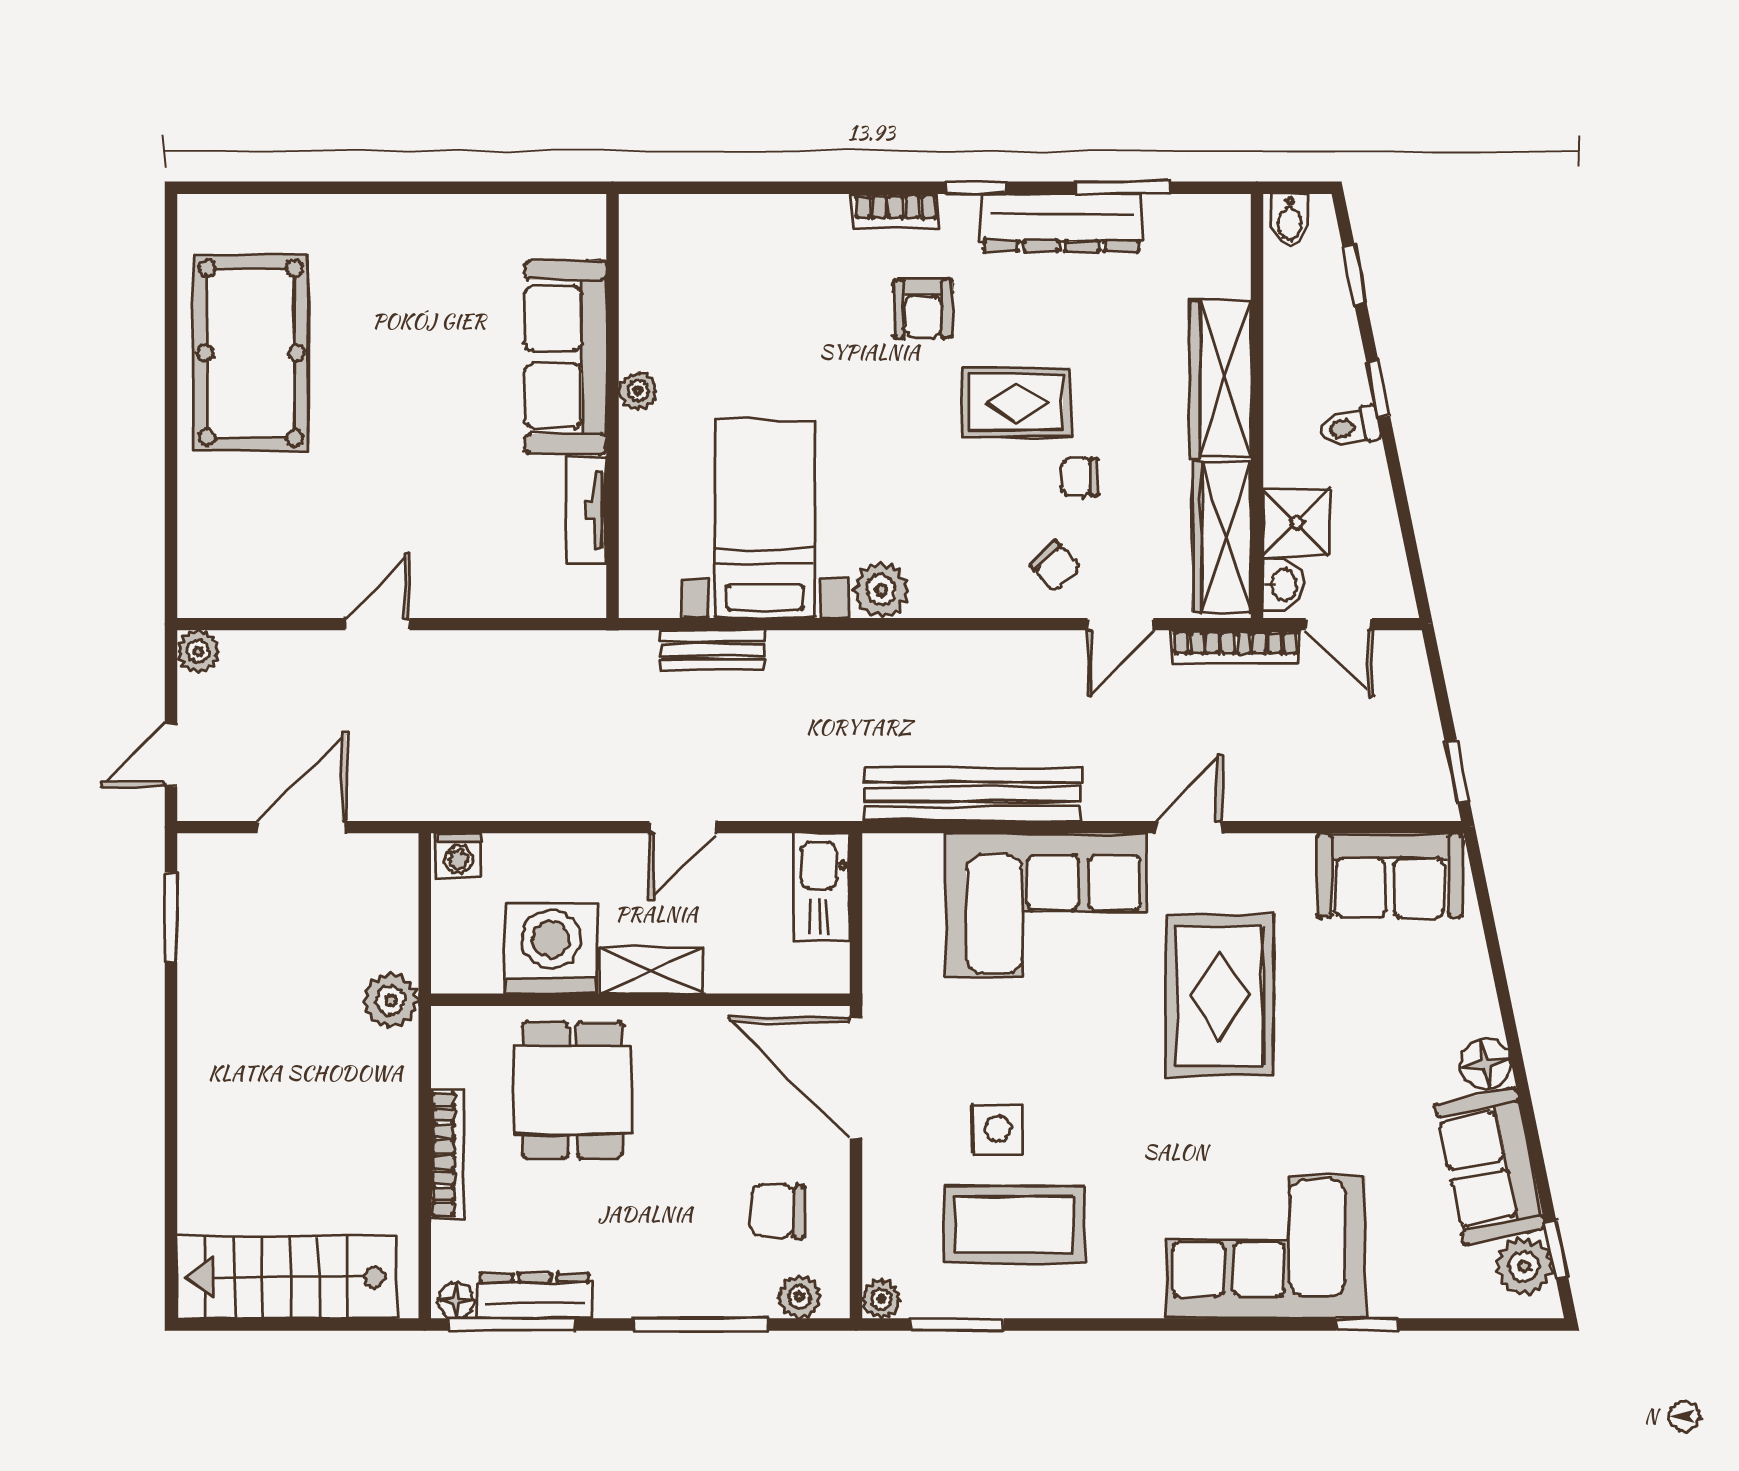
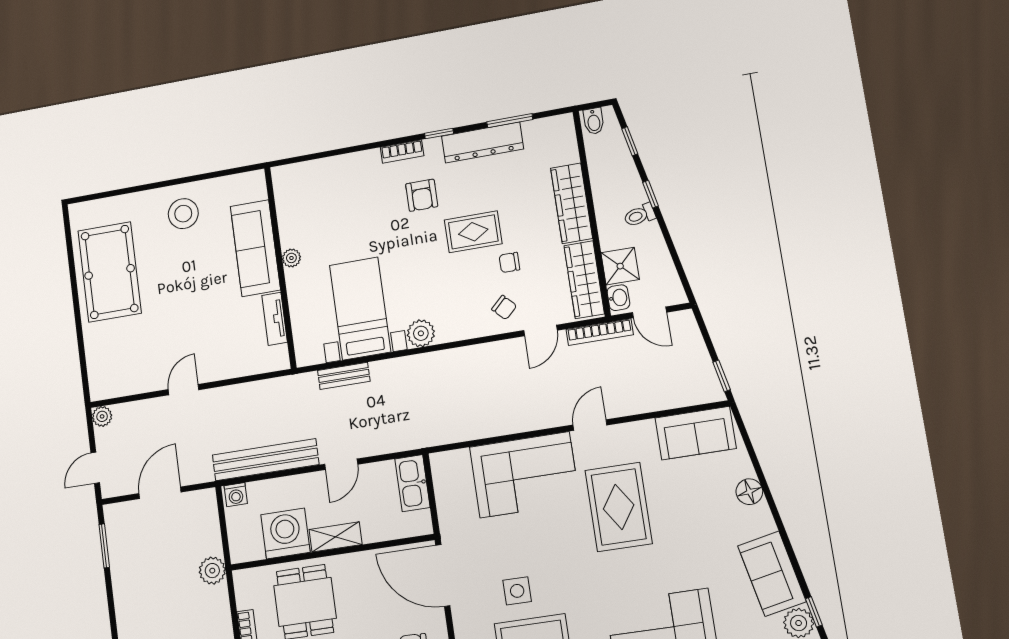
stool: (423, 258) -> (183, 214), added
bench: (972, 794) -> (266, 460), moved
floor lamp: (1486, 1064) -> (749, 492), moved

